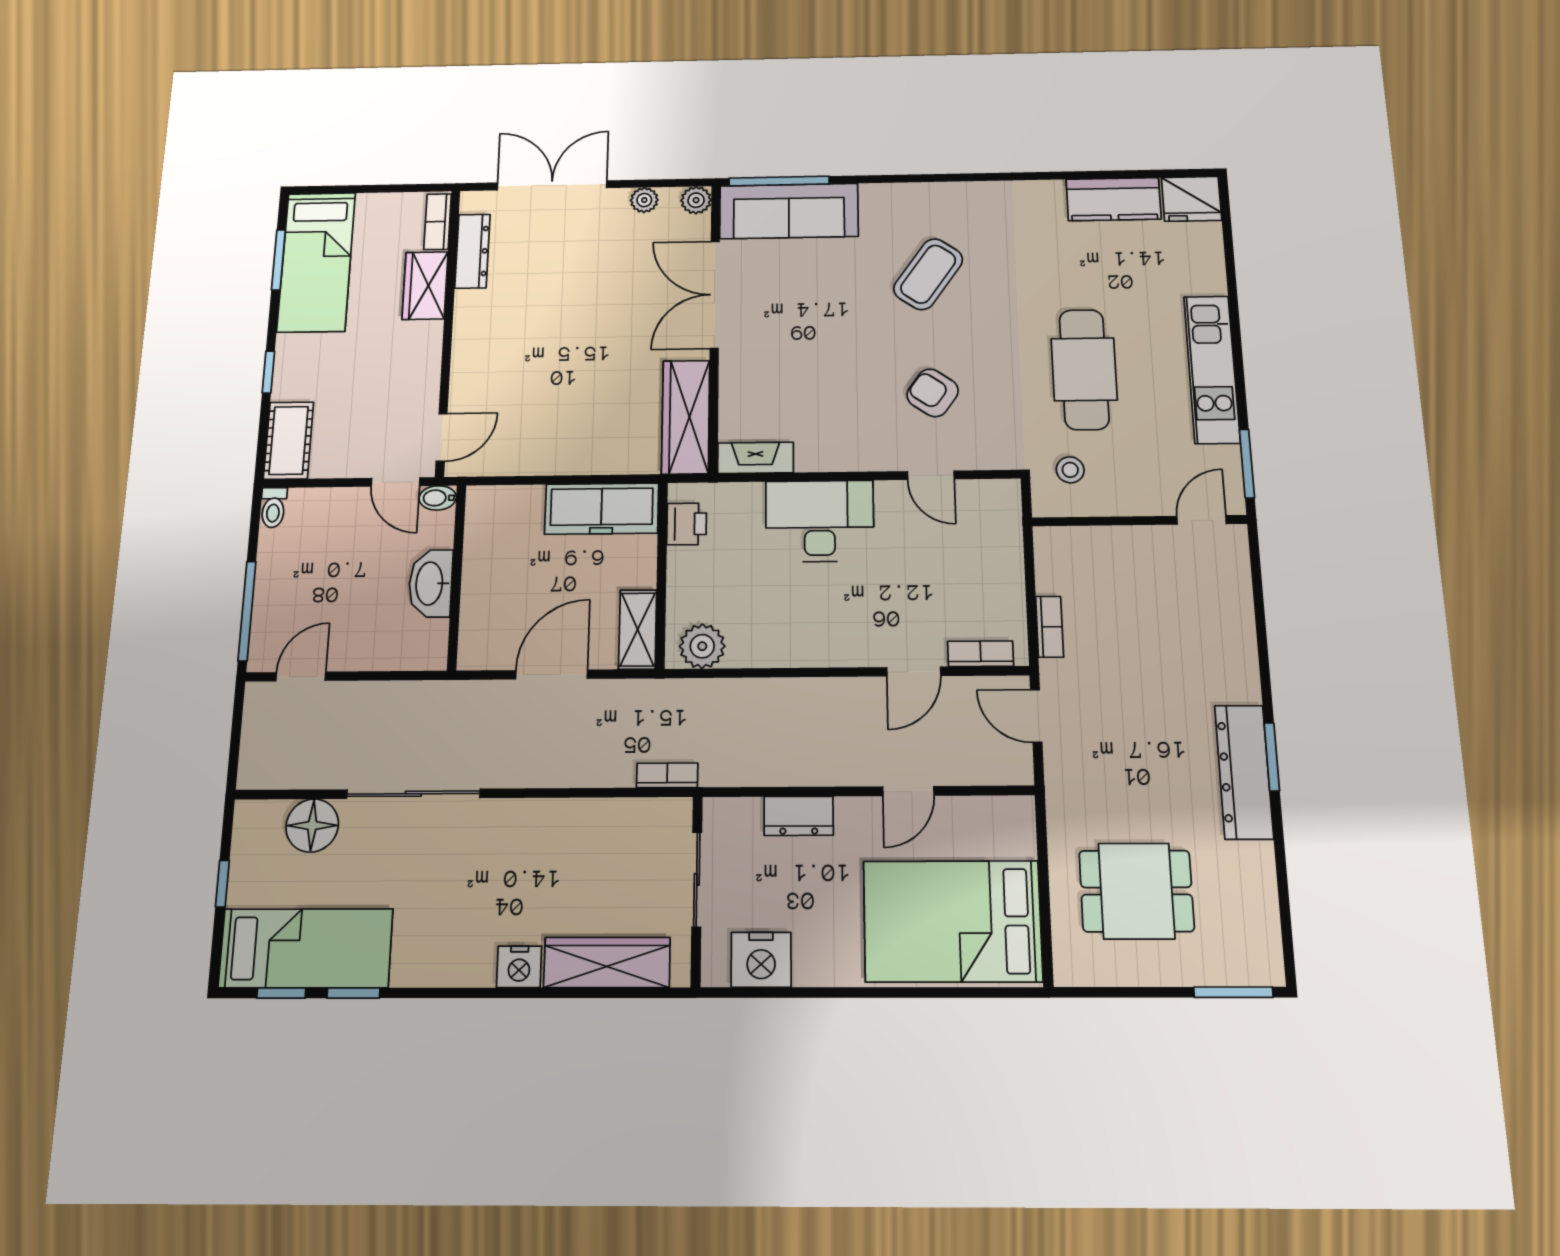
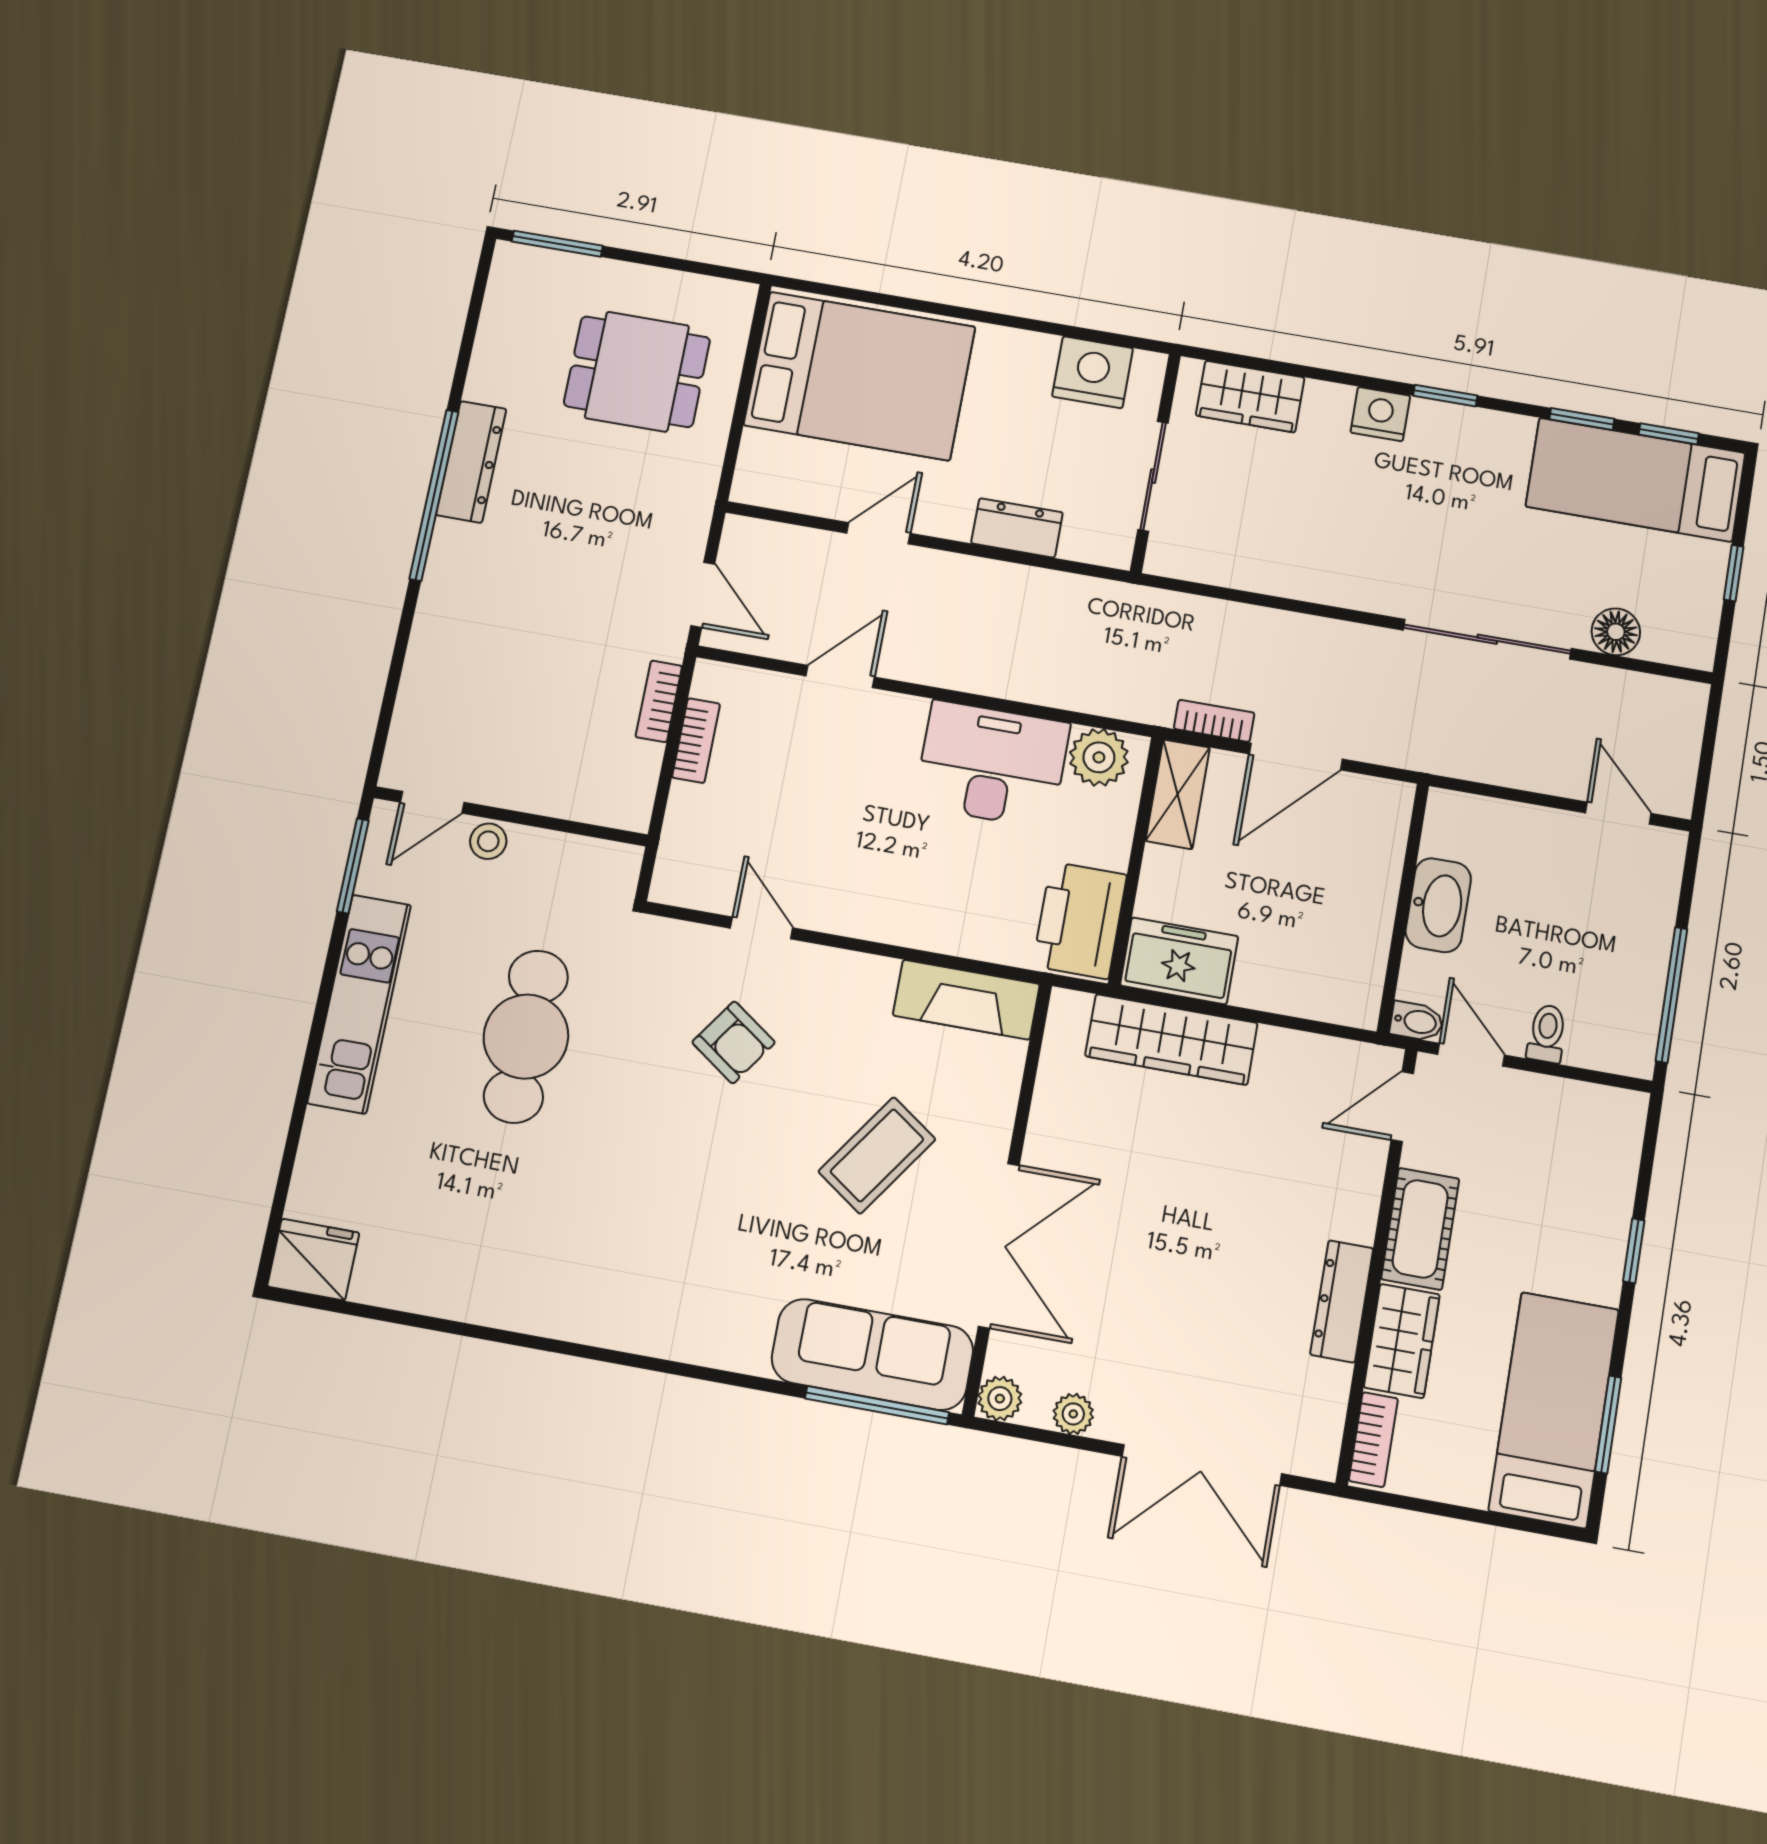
kitchen counter: (1113, 199) -> (419, 1281), removed
dresser: (472, 251) -> (1342, 1301), moved
coffee table: (928, 274) -> (877, 1155), moved
wardrobe: (686, 417) -> (1171, 1040), moved, turned 90
cot: (289, 440) -> (1420, 1229), moved
fireplace: (756, 458) -> (966, 1000), width x1.37, depth x1.32
stool: (1070, 470) -> (488, 841), moved
toilet: (273, 508) -> (1547, 1034), moved
freezer: (602, 509) -> (1179, 961), width x0.71
desk: (820, 521) -> (992, 764), moved, turned 180
printer: (687, 524) -> (1080, 920), width x1.87, depth x1.48
window: (247, 611) -> (1671, 995), moved
bookcase: (981, 654) -> (696, 741), moved, turned -90
door: (301, 677) -> (1618, 813), swing flipped
window: (1272, 757) -> (434, 495), width x2.11
dresser: (1244, 772) -> (471, 462), width x0.73, depth x0.80
bookcase: (667, 775) -> (1214, 721), moved, turned 180
floor lamp: (312, 825) -> (1616, 632), width x0.73, depth x0.73
wardrobe: (607, 962) -> (1250, 397), width x0.67
window: (467, 993) -> (1445, 396), added

